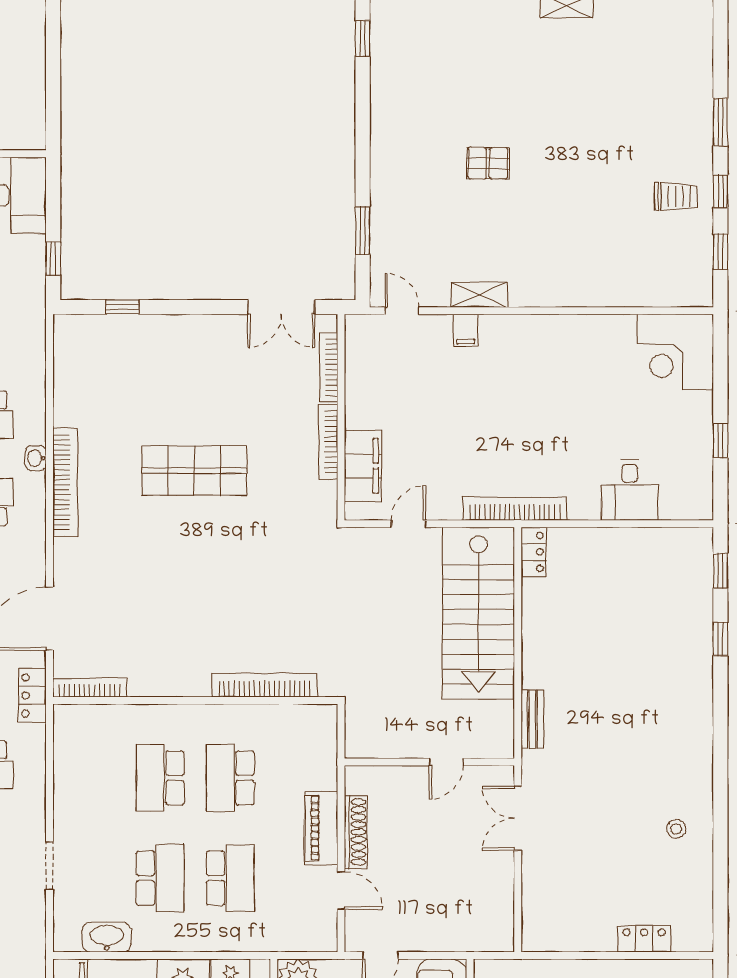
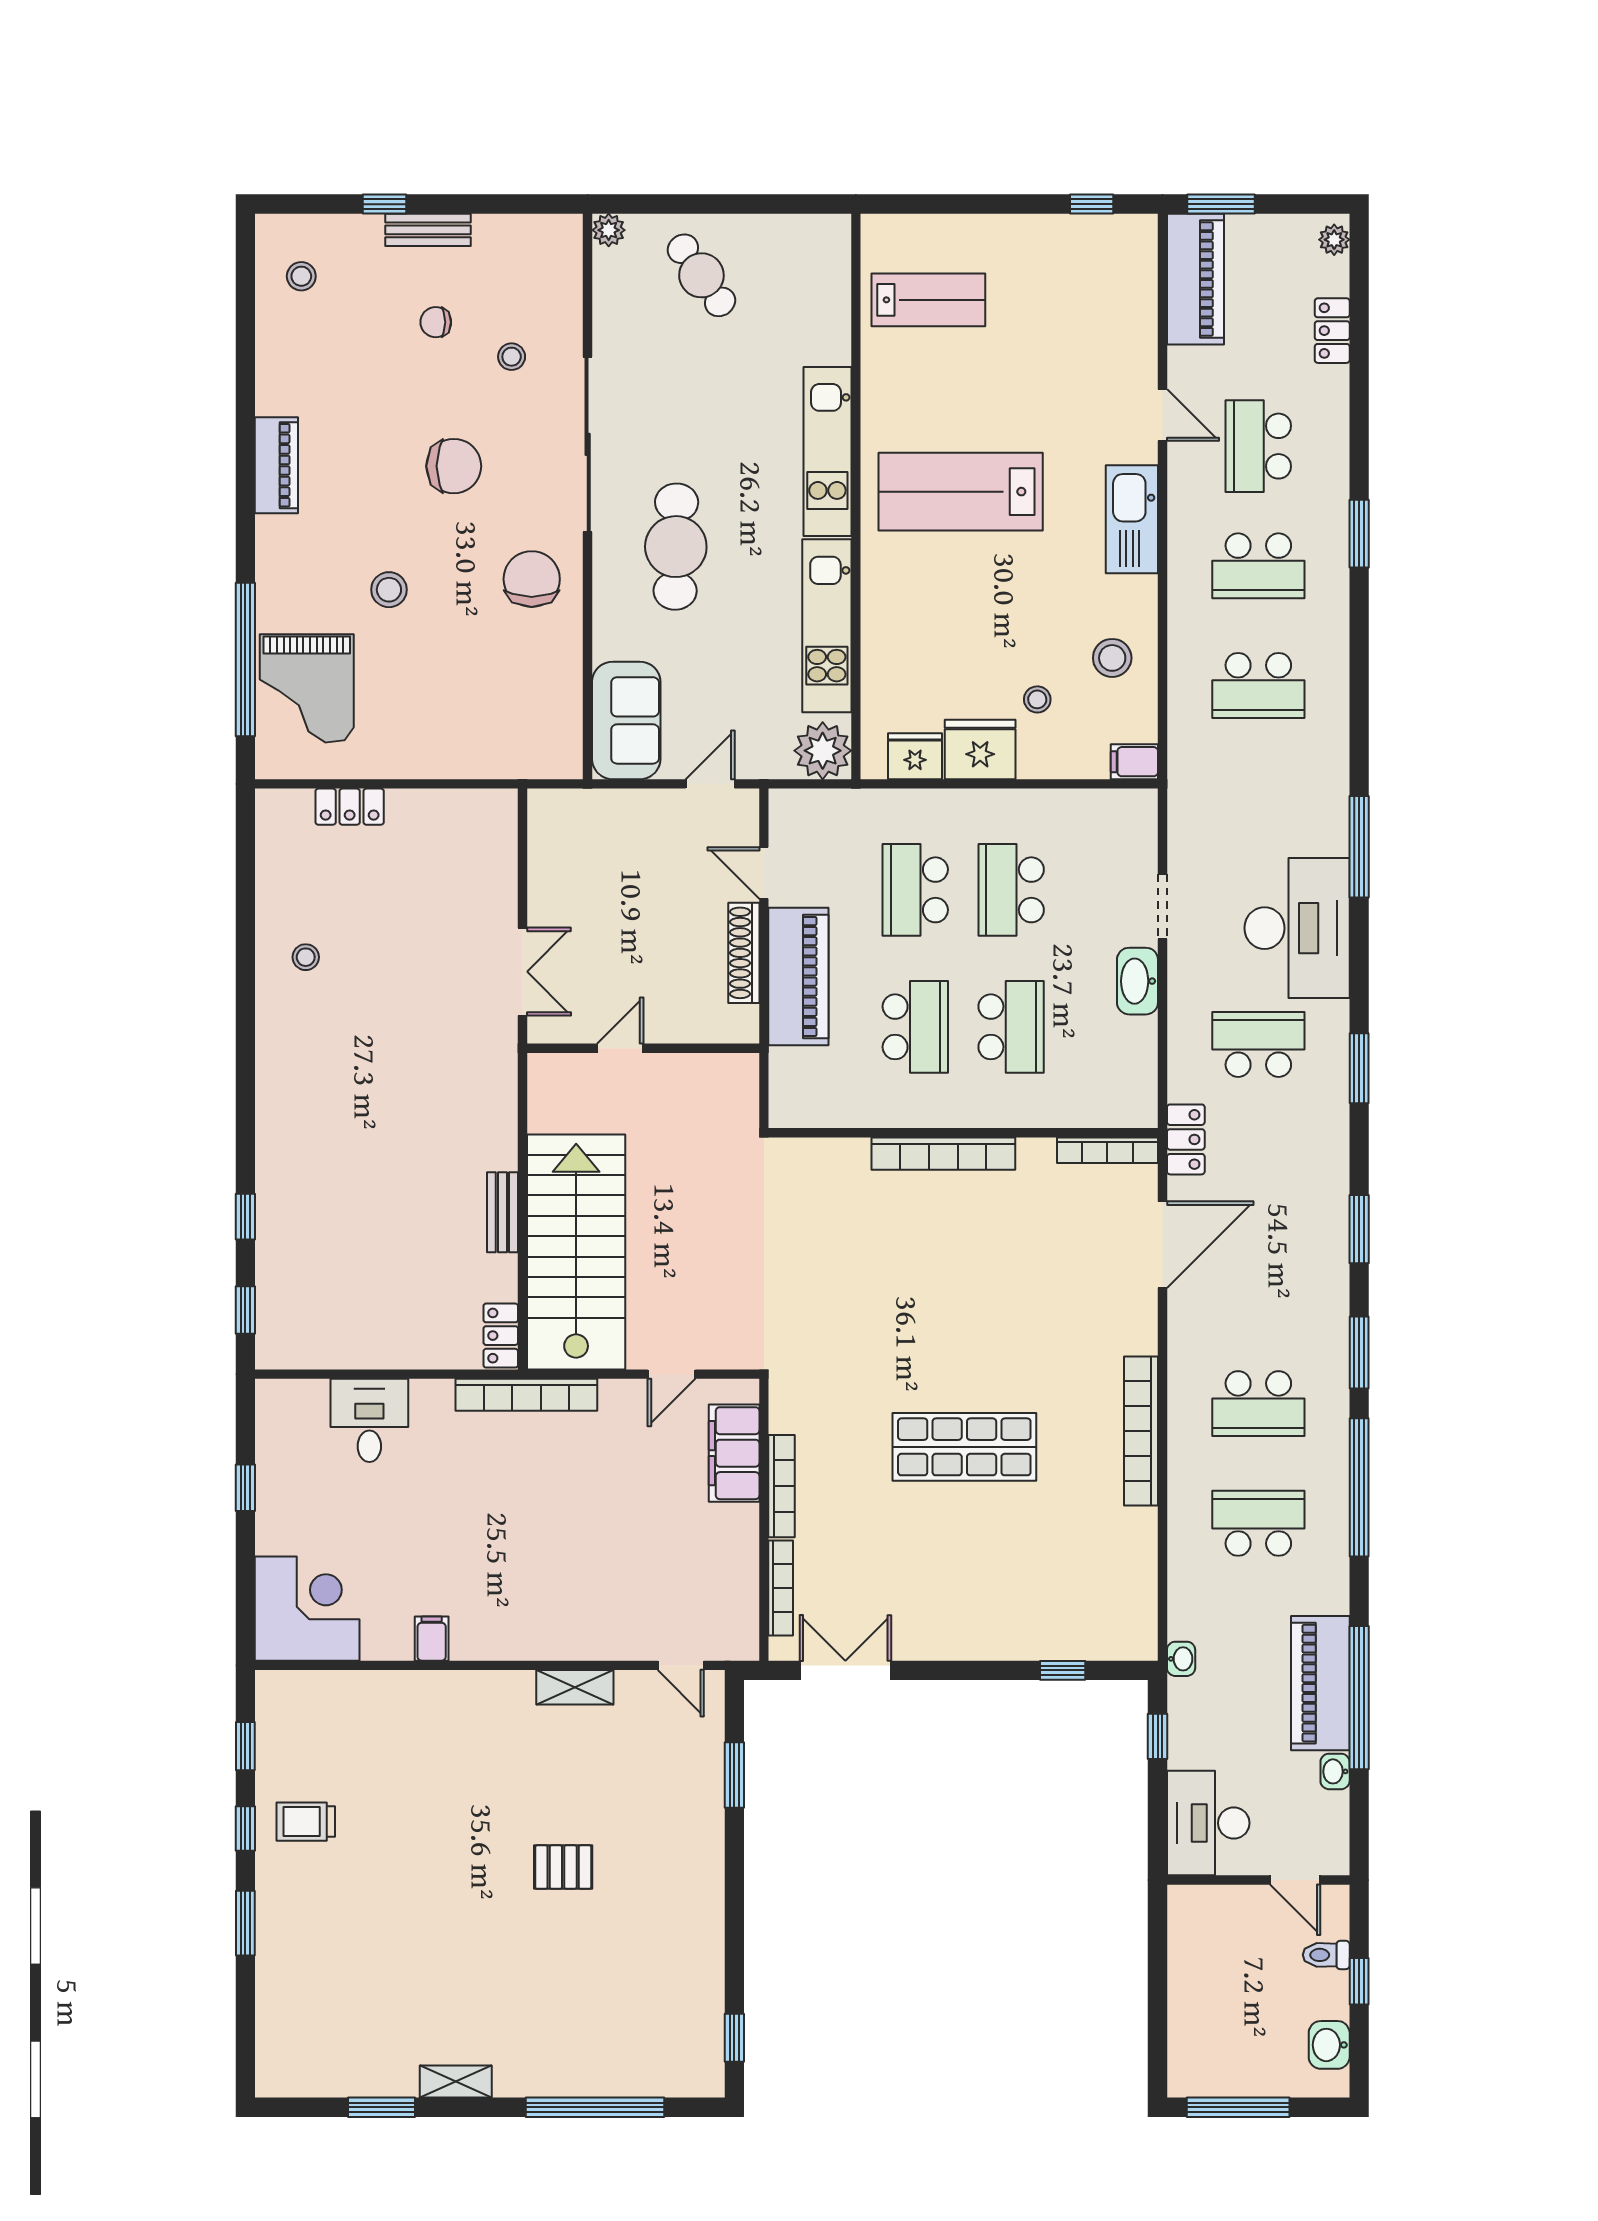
filing cabinet: (466, 330) -> (432, 1639), moved
washbasin: (36, 458) -> (1181, 1659), moved
bookcase: (264, 685) -> (943, 1154), moved
bench: (532, 719) -> (502, 1212), moved
piano: (321, 828) -> (798, 977), width x1.37, depth x1.33
washbasin: (107, 937) -> (1137, 981), moved, turned 90

